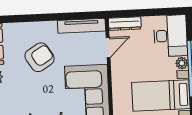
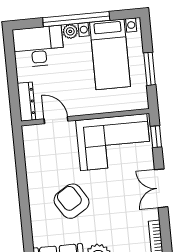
tv unit: (81, 26) -> (32, 153), removed

